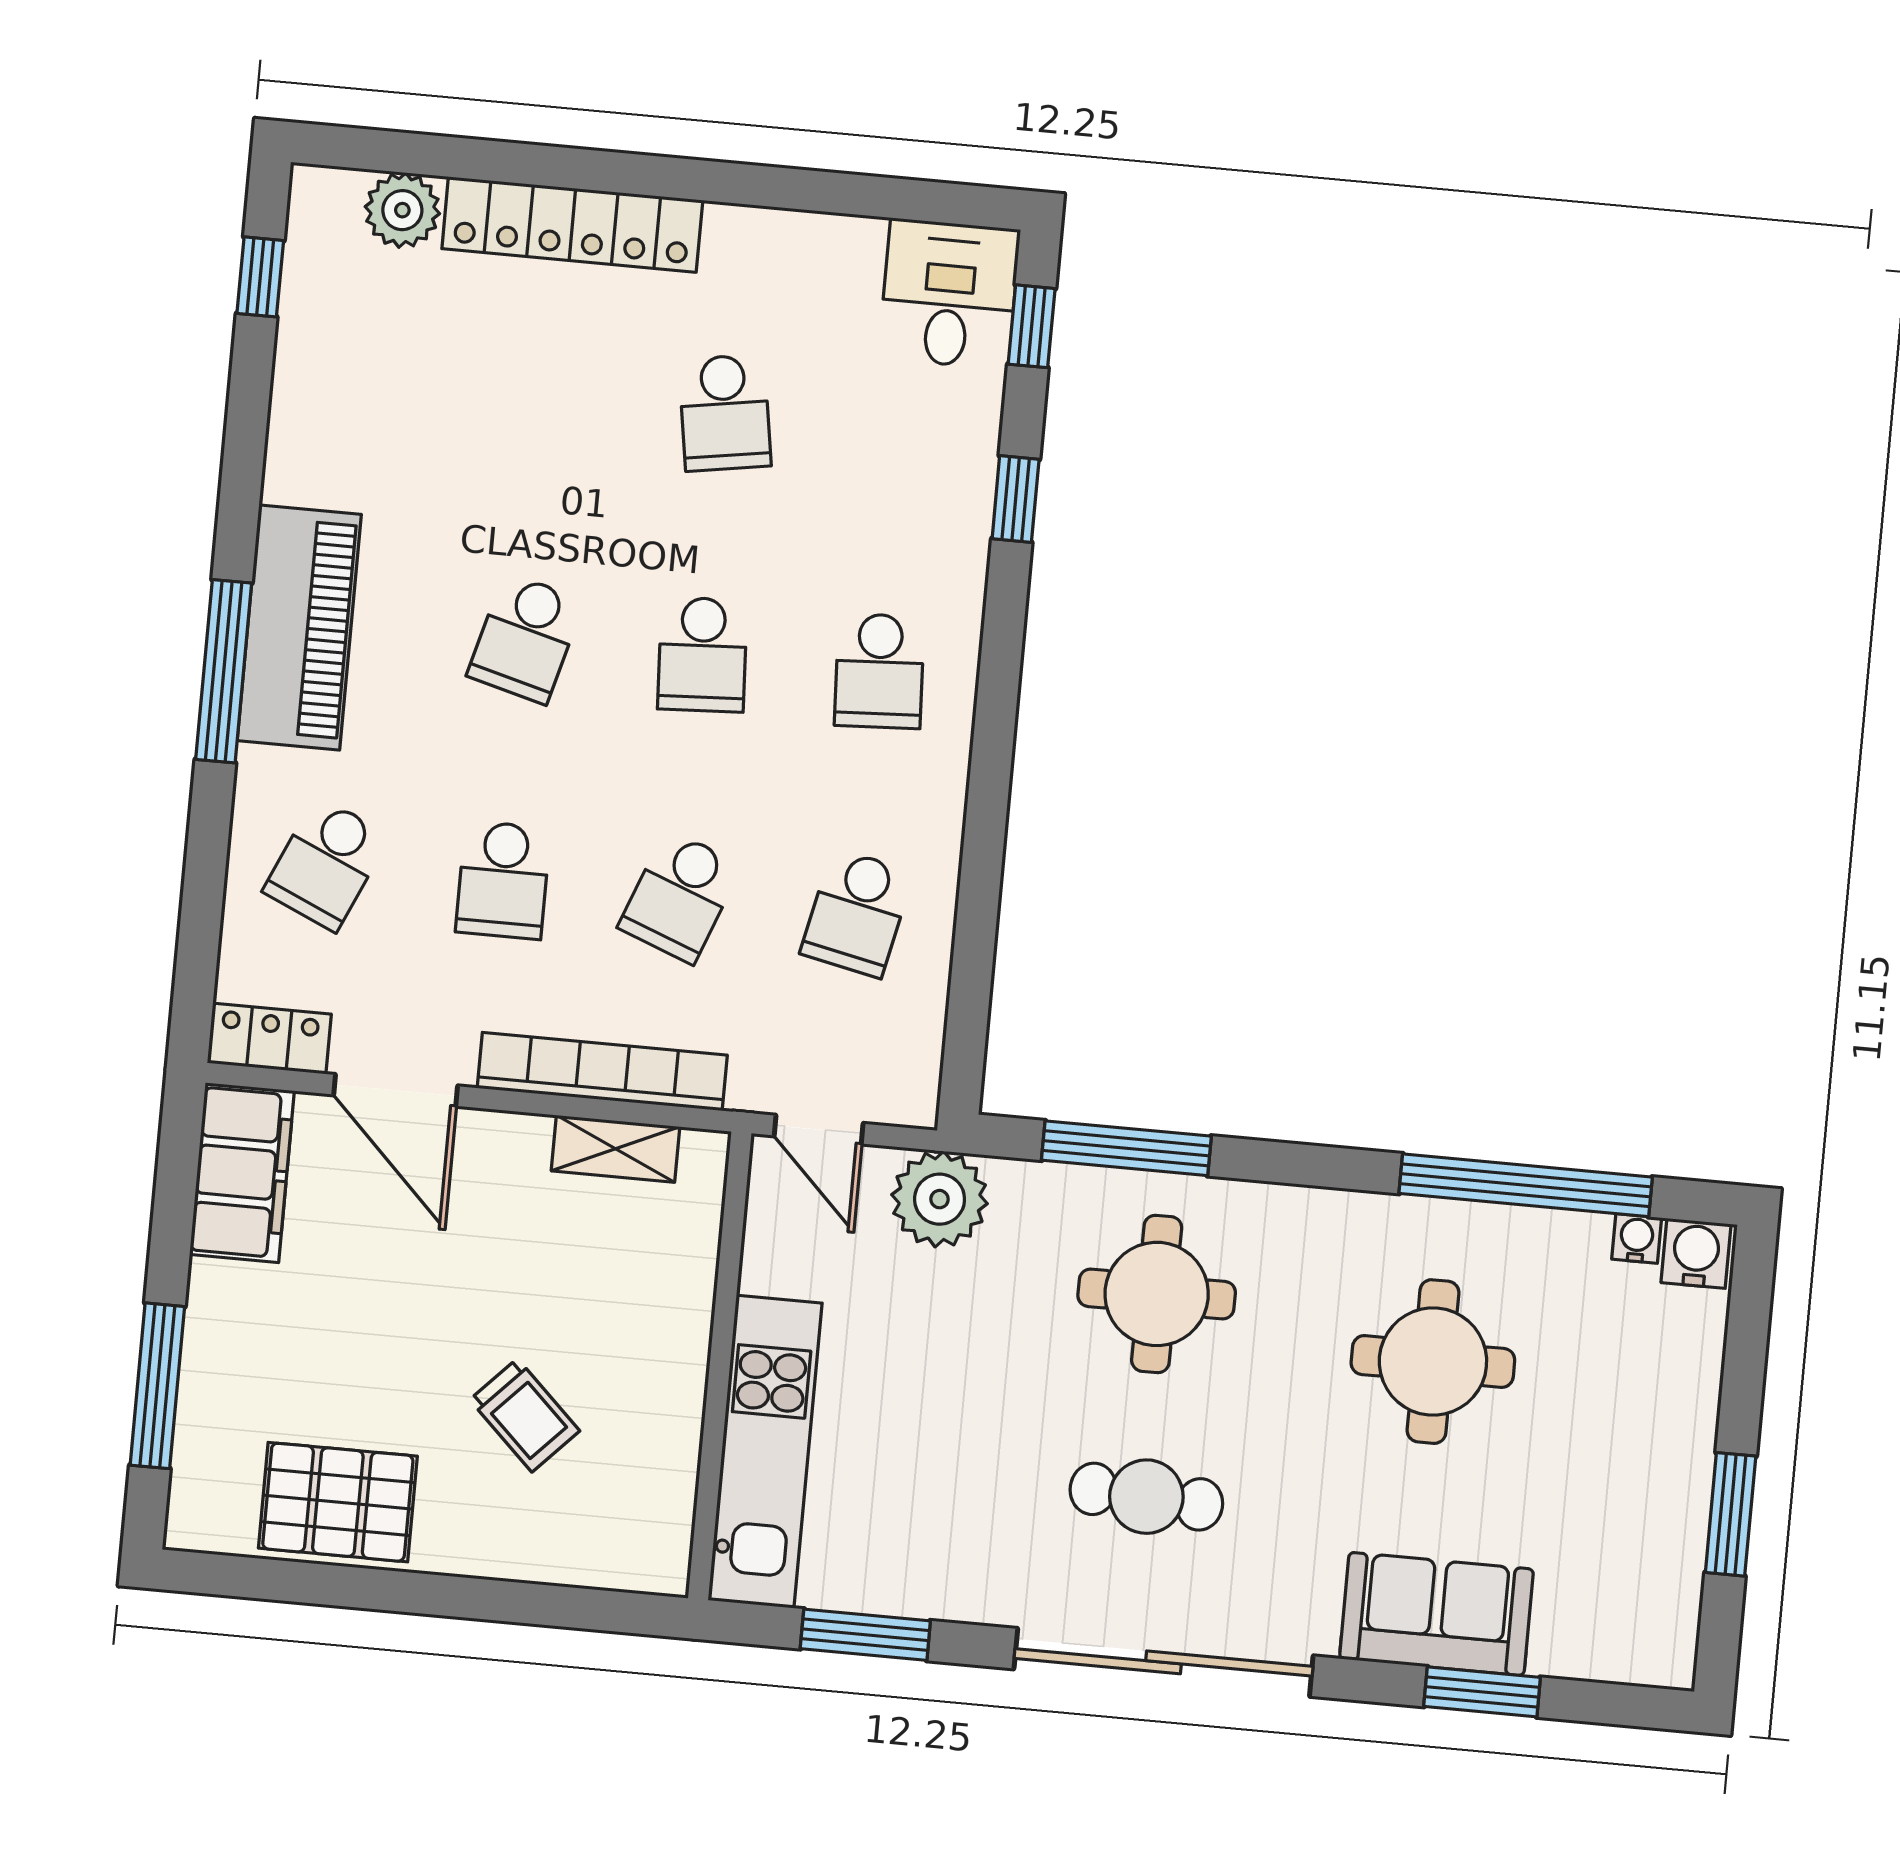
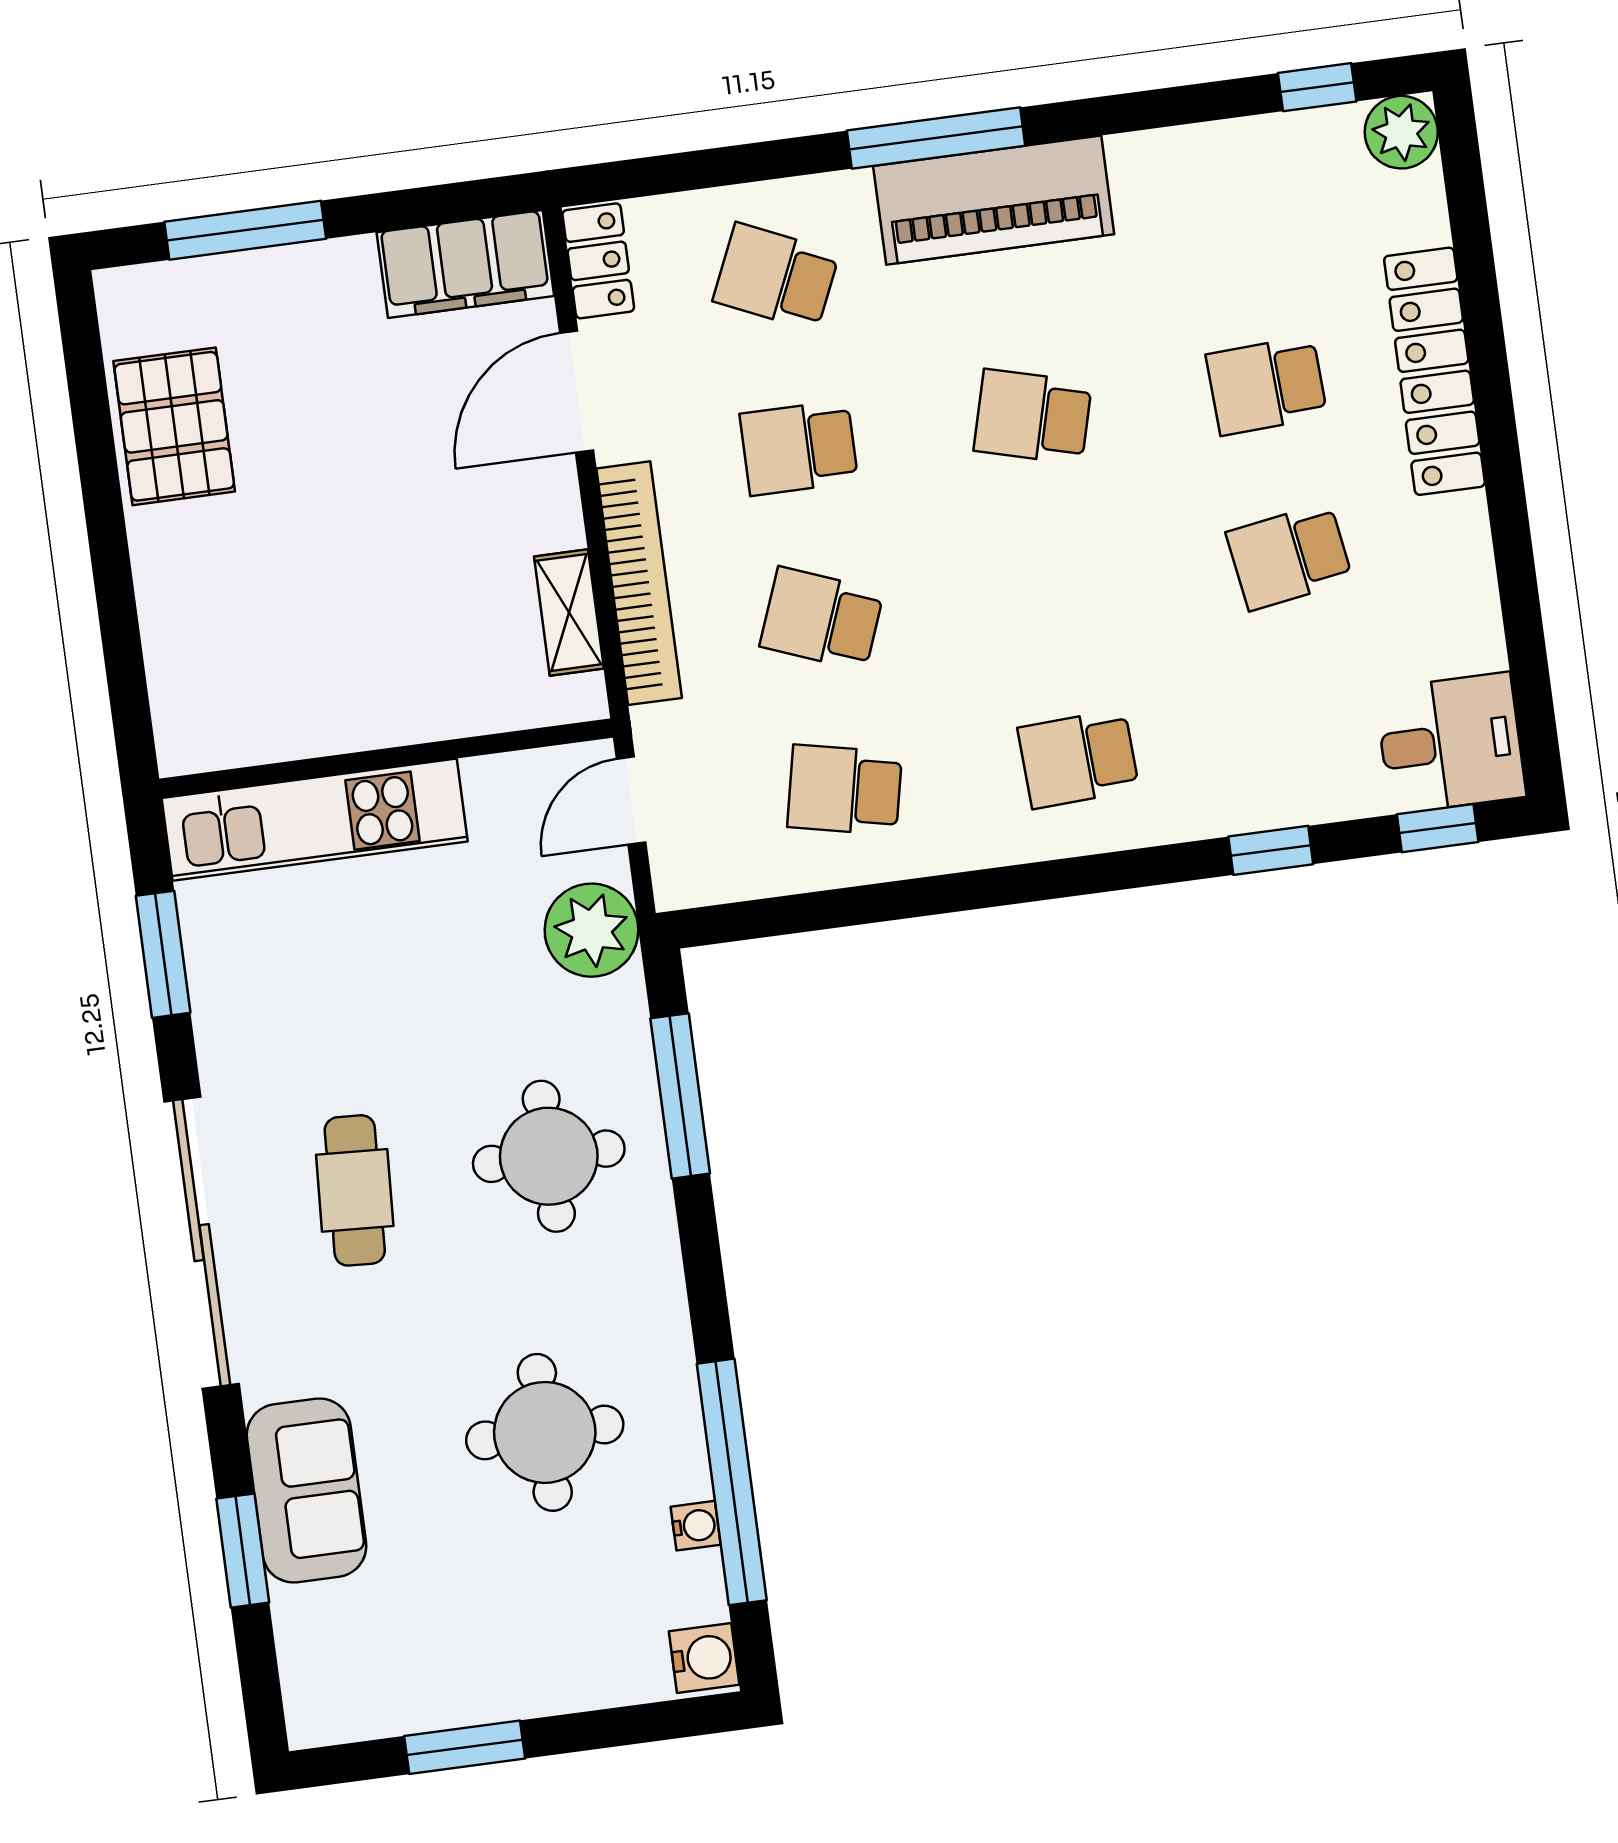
plant: (402, 210) -> (1401, 132), moved
school desk: (702, 655) -> (1267, 385), moved
water cooler: (1637, 1238) -> (696, 1526), moved
trolley: (525, 1415) -> (297, 584), removed

